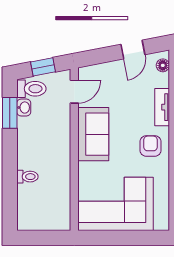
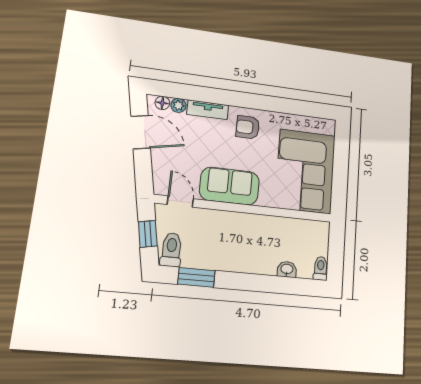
door: (133, 49) -> (141, 132), width x1.38
plant: (162, 80) -> (178, 105), added
washbasin: (24, 108) -> (287, 269), moved
toilet: (27, 177) -> (321, 268), moved

